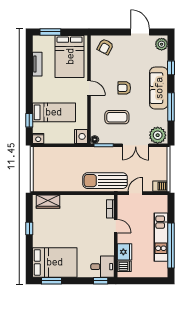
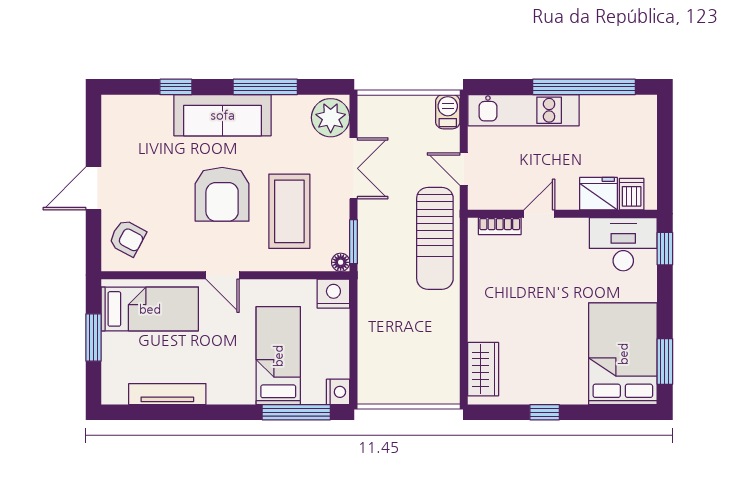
window: (50, 32) -> (94, 338), moved
door: (140, 32) -> (94, 188), moved
plant: (162, 44) -> (122, 109), removed
bed: (70, 56) -> (150, 309), width x0.67
tv unit: (37, 64) -> (167, 394), width x1.41
door: (89, 88) -> (223, 275), swing flipped
armchair: (124, 88) -> (222, 194), width x1.88, depth x1.88
coffee table: (117, 117) -> (289, 211), width x1.36, depth x1.32
window: (29, 120) -> (296, 412), width x2.17
kitchen unit: (161, 237) -> (523, 110), moved
desk: (103, 267) -> (623, 244), width x1.37

